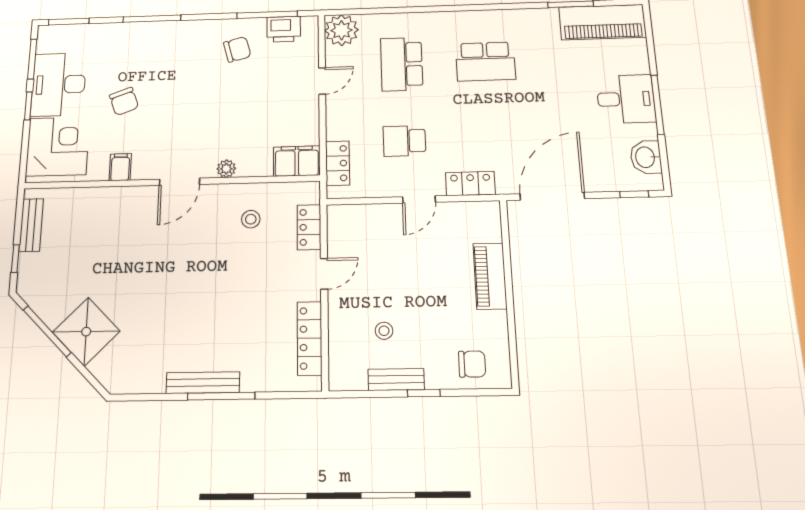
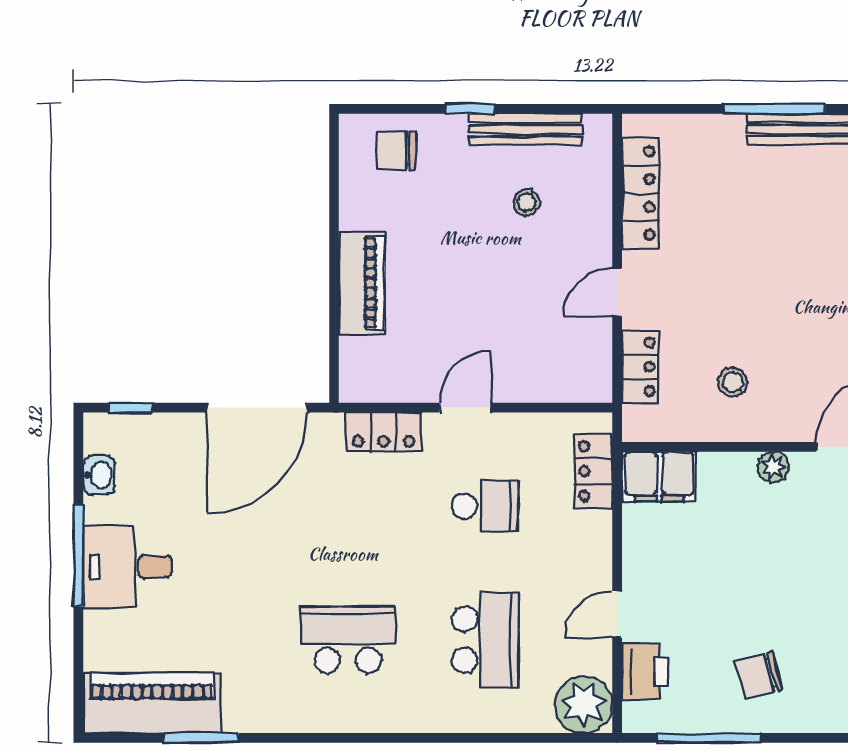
printer: (284, 29) -> (645, 672), moved, turned 90
washbasin: (646, 157) -> (99, 475), width x0.72, depth x0.69
bench: (396, 379) -> (526, 129), width x1.36

